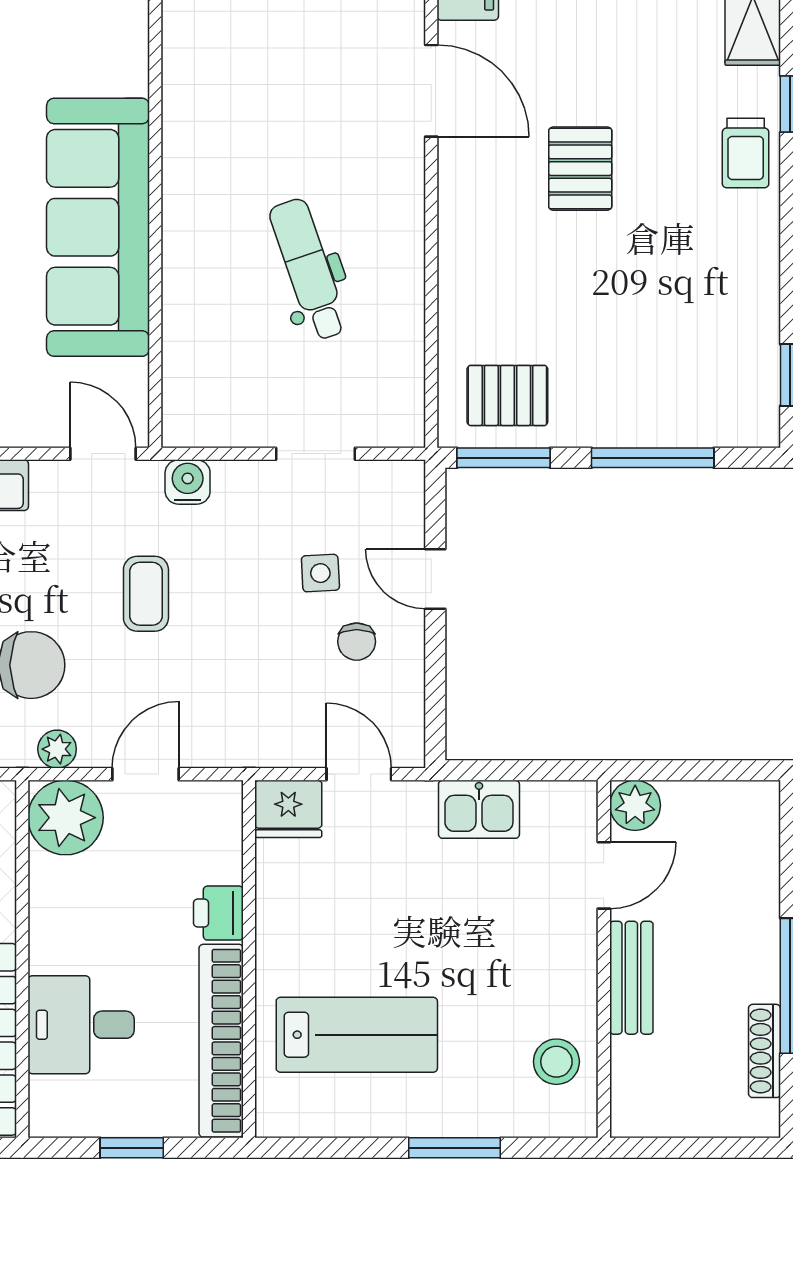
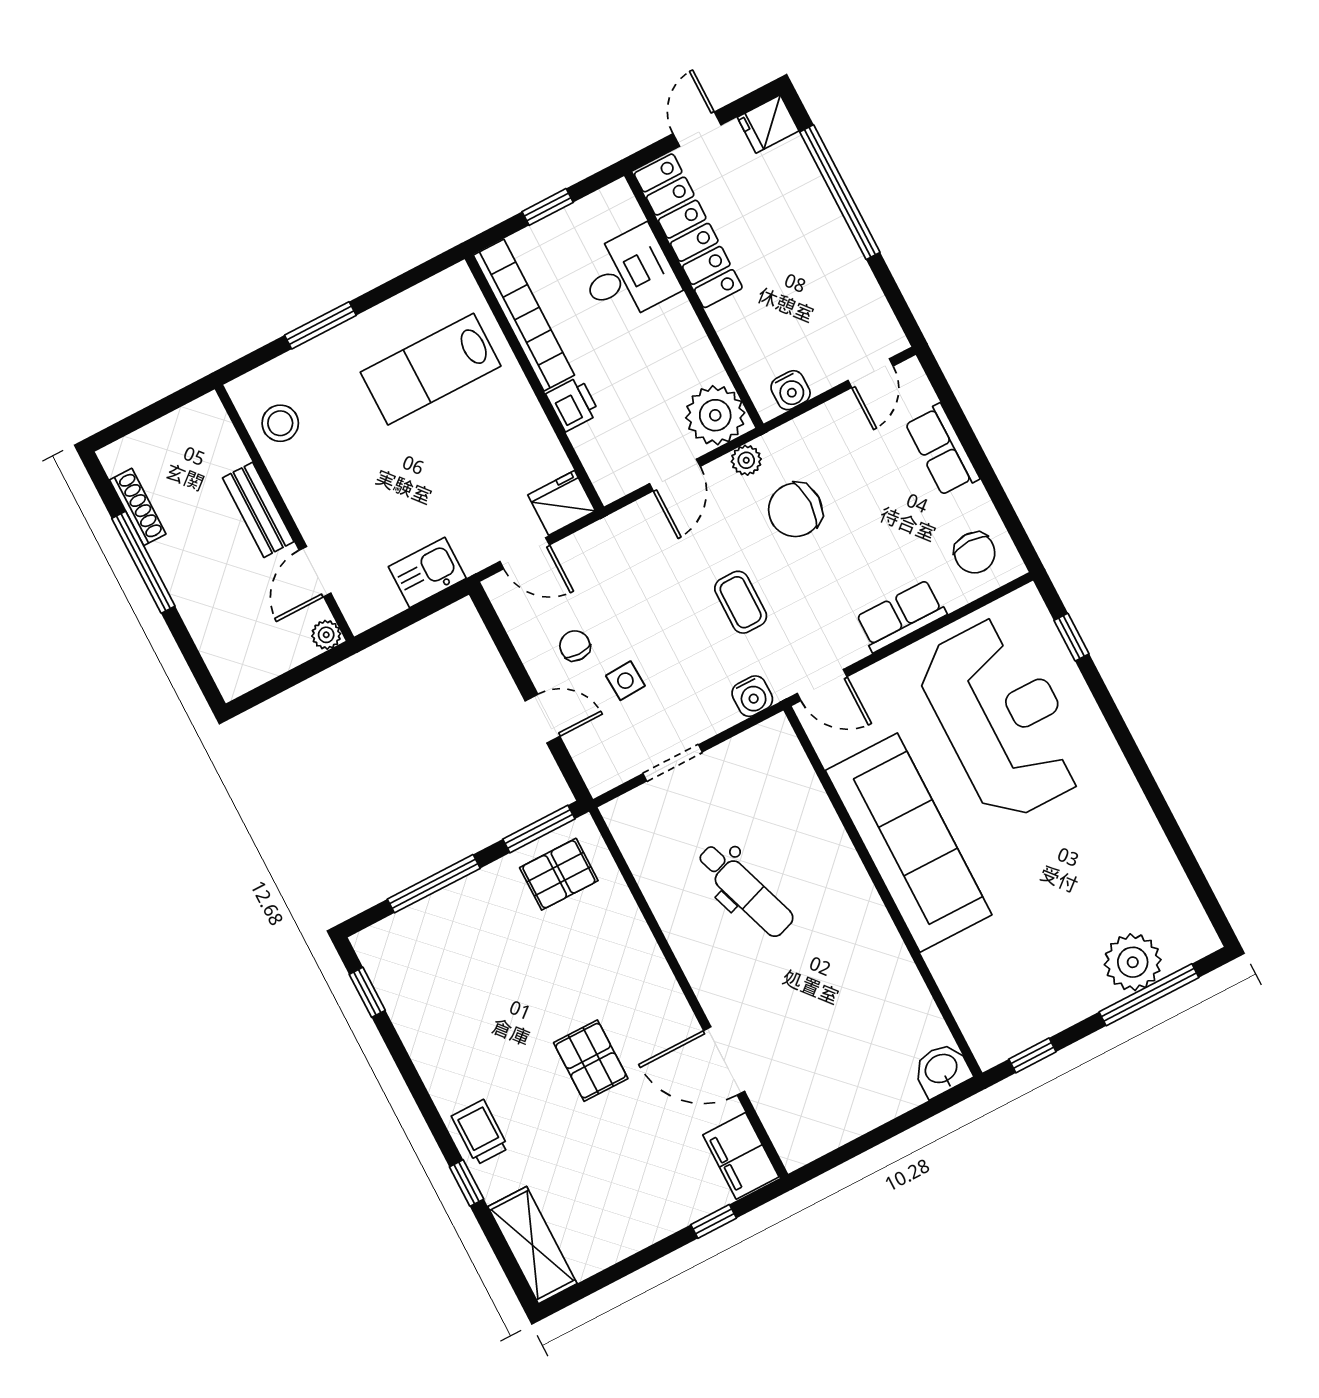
plant: (635, 805) -> (326, 635), width x0.73, depth x0.73

